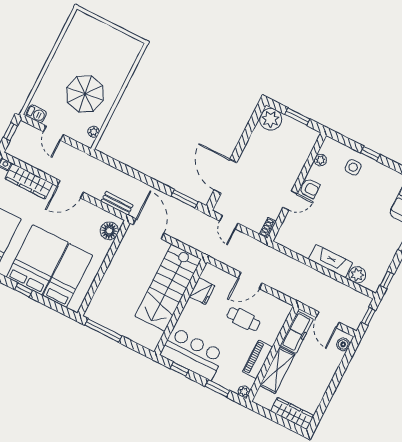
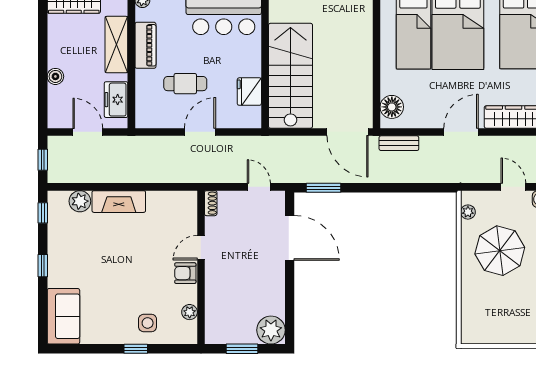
freezer: (297, 332) -> (116, 100), width x0.71
boiler: (343, 344) -> (55, 76), moved

